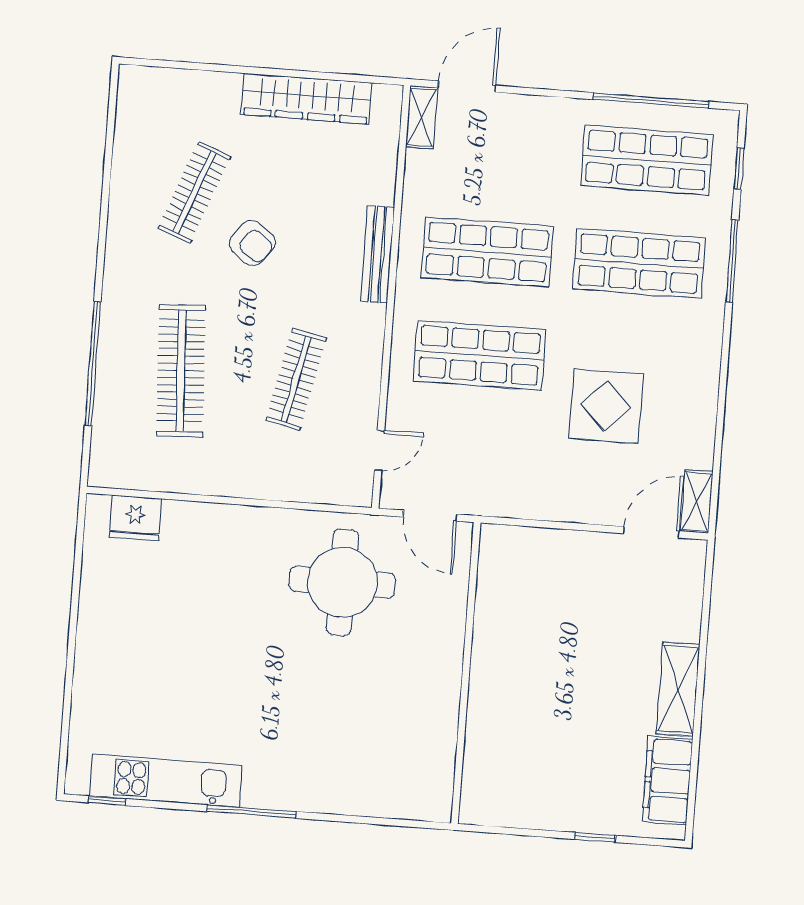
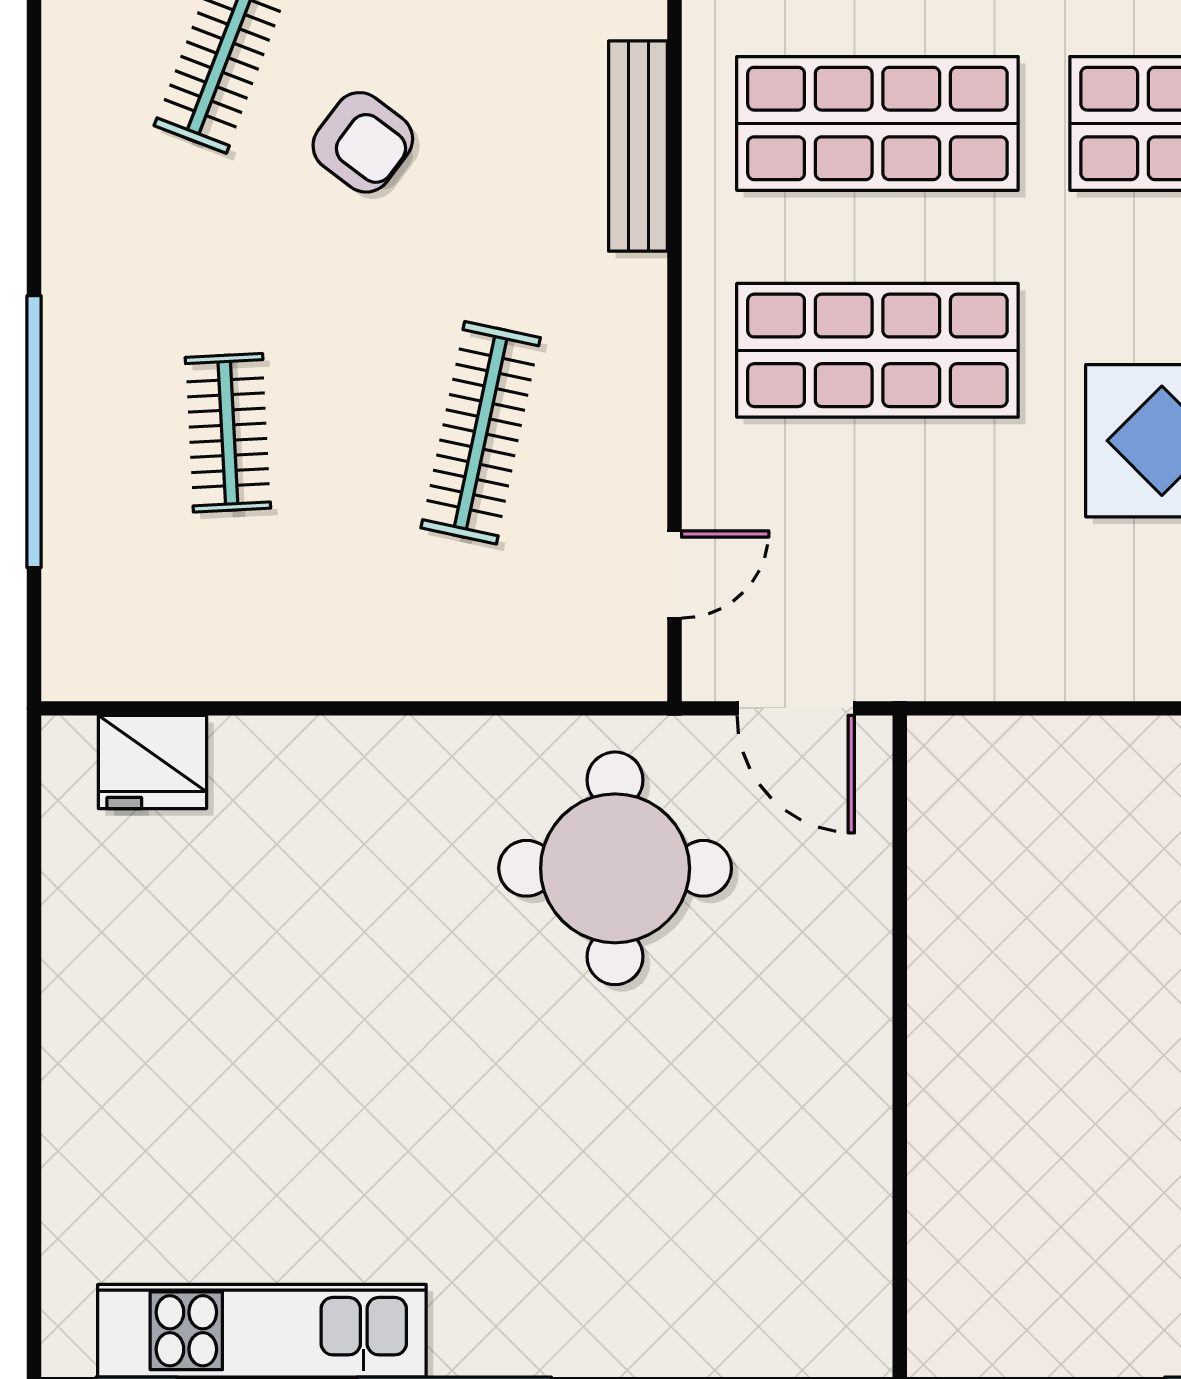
clothes rail: (181, 371) -> (228, 433), width x0.54, depth x0.76

